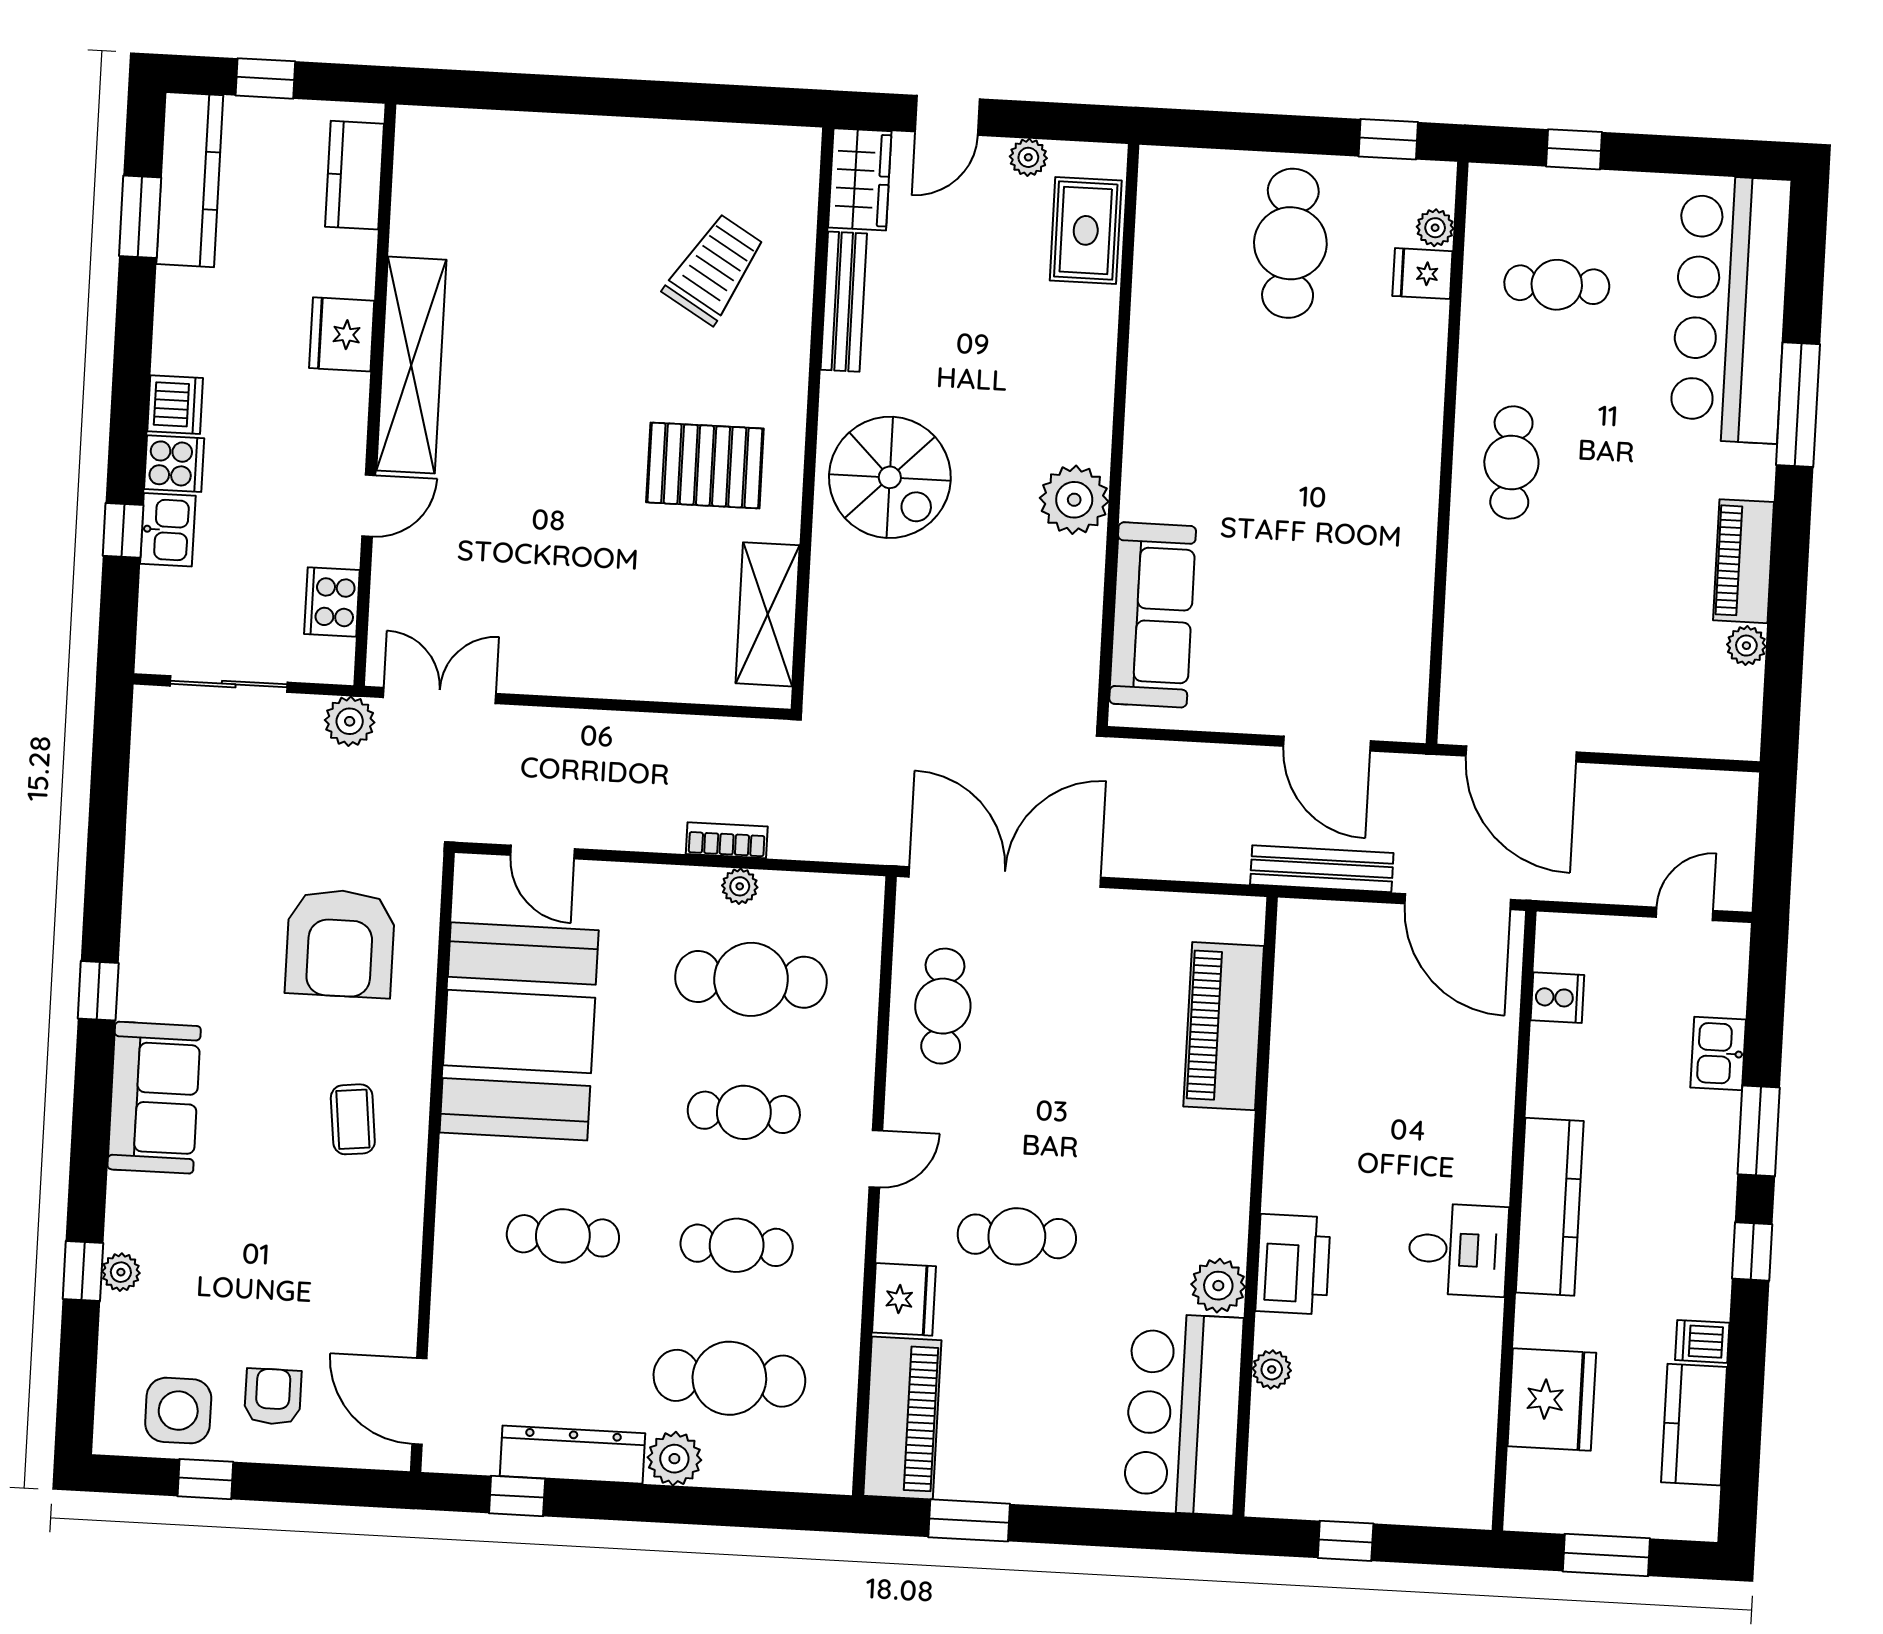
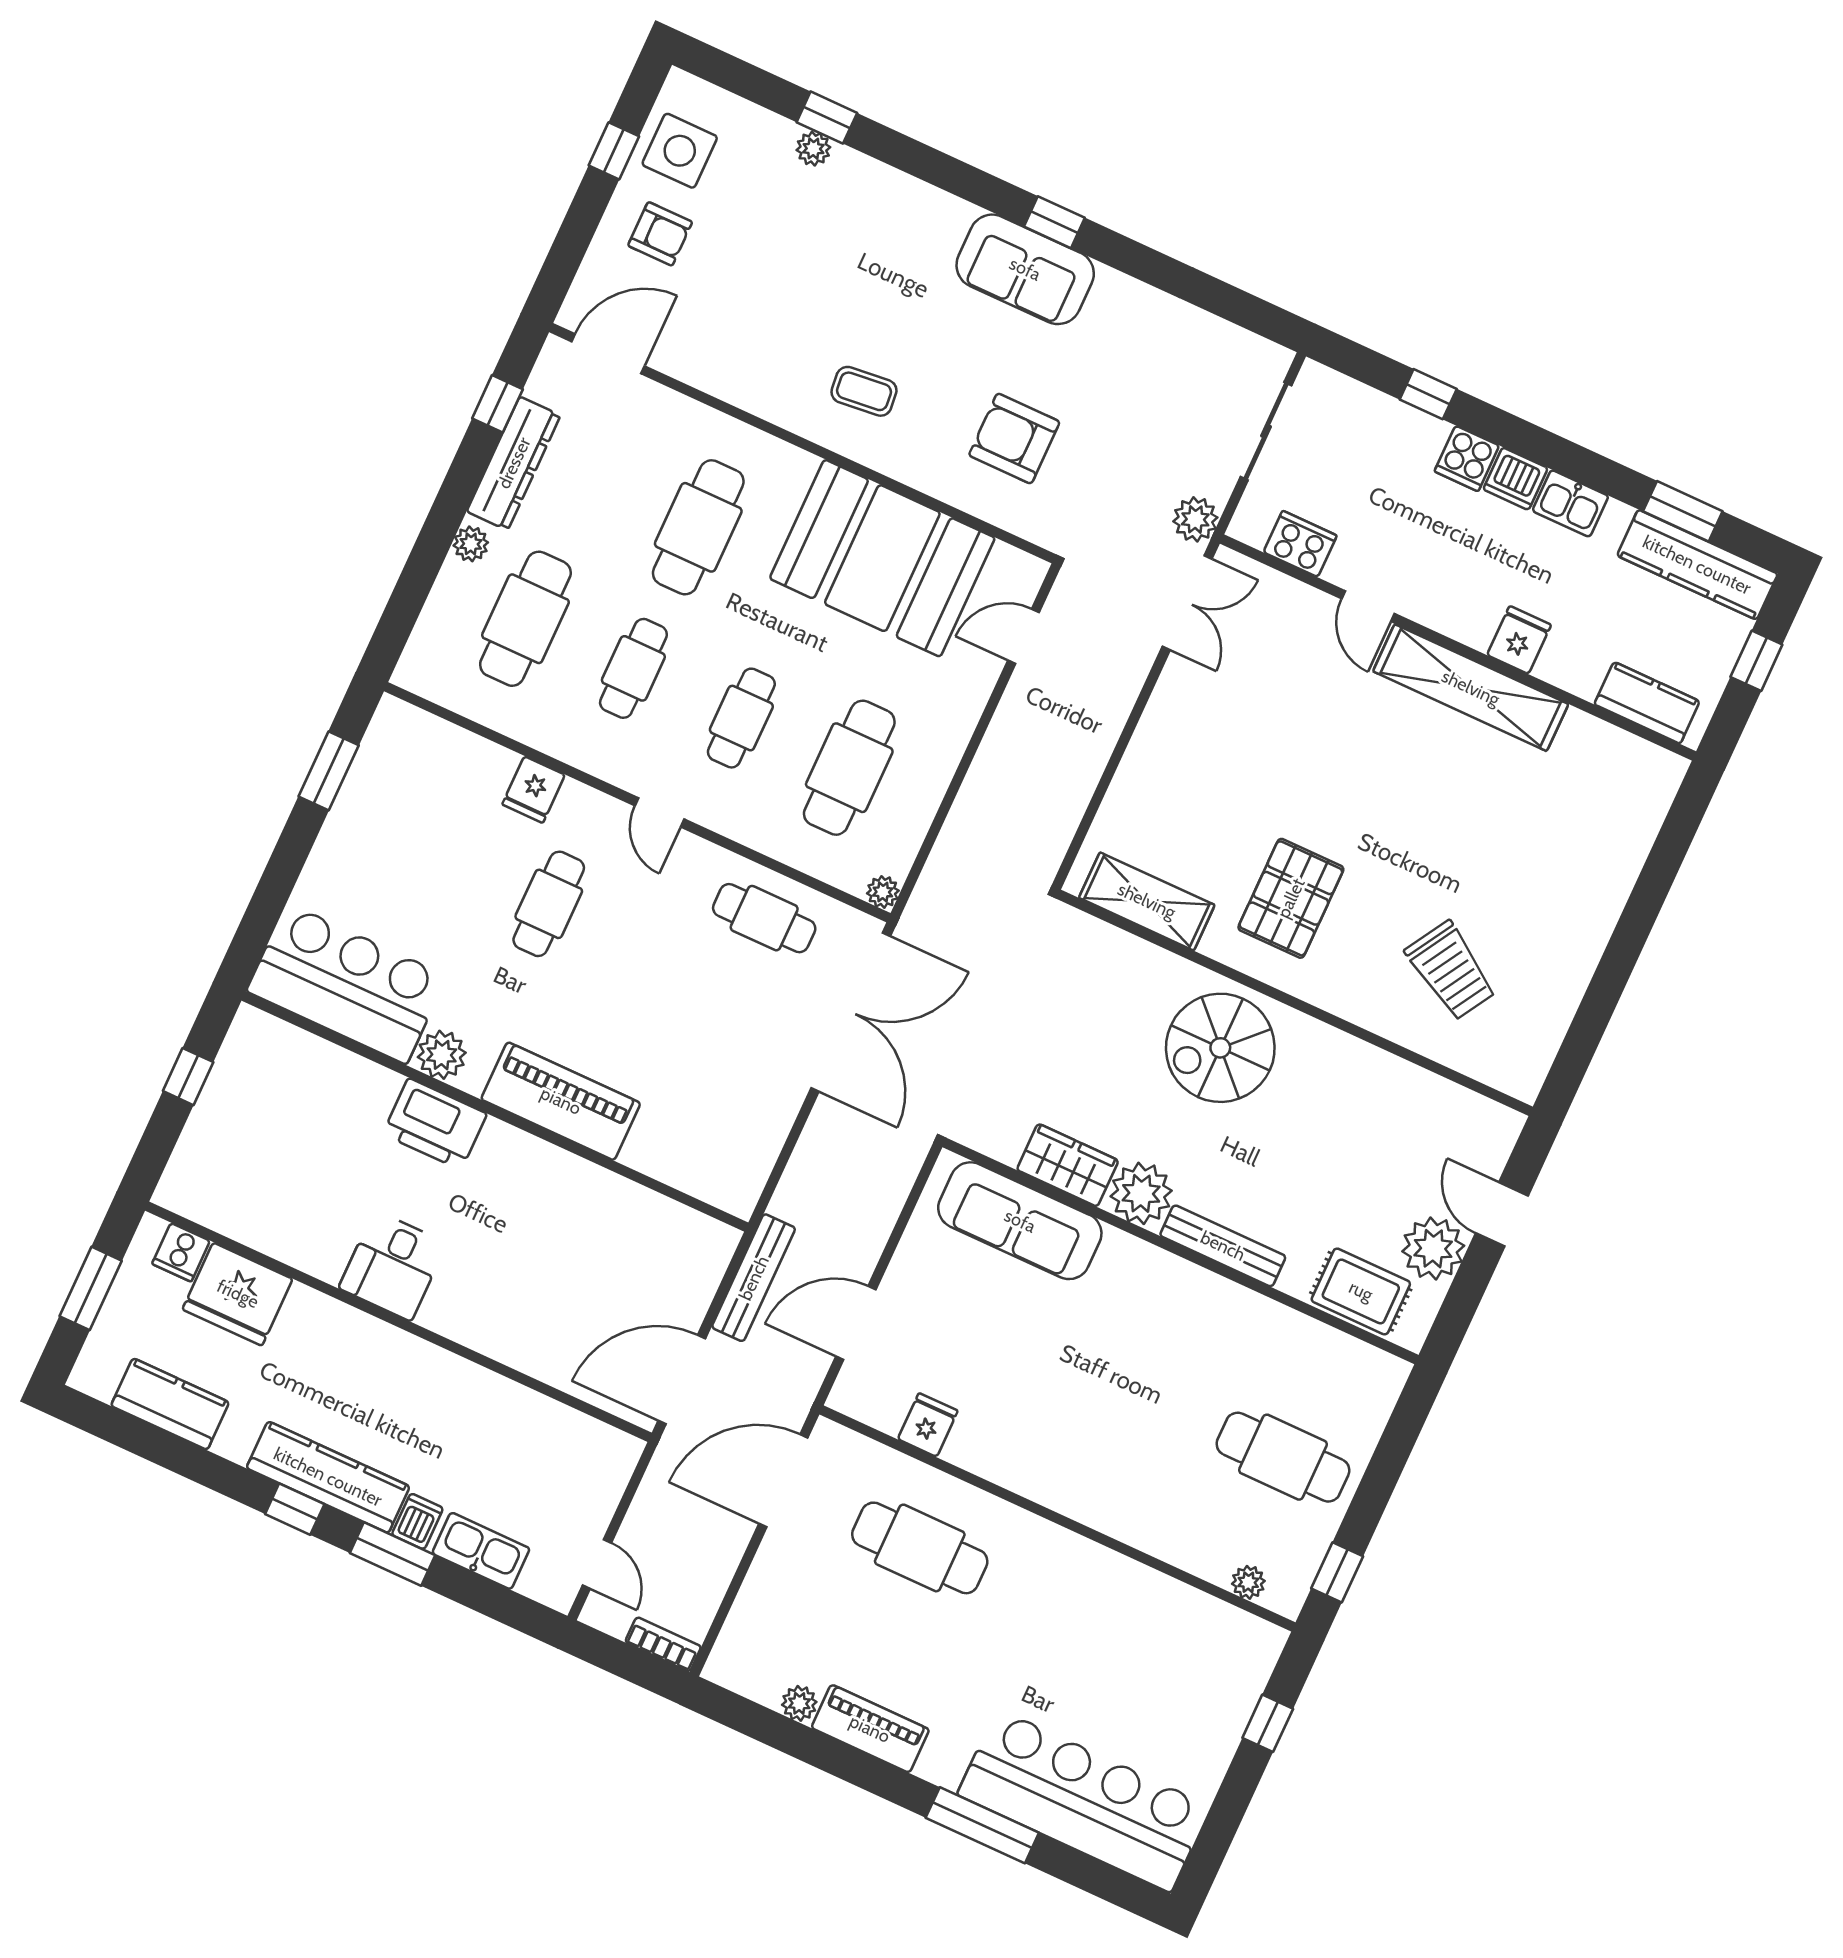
plant: (1028, 157) -> (1433, 1249), width x1.87, depth x1.87
wardrobe: (860, 179) -> (1068, 1165), moved, turned 180
fridge: (1422, 274) -> (928, 1425), moved
cafe table: (1557, 285) -> (1161, 1665), removed
bench: (844, 302) -> (1223, 1246), moved
fridge: (342, 334) -> (1519, 640), width x0.72
cafe table: (1511, 462) -> (920, 1548), moved, width x1.37, depth x1.35
kitchen sink: (168, 530) -> (1570, 503), moved
bookcase: (727, 840) -> (663, 1644), moved, turned -90
plant: (740, 886) -> (883, 892), moved
armchair: (340, 943) -> (1014, 439), width x0.73, depth x0.73
cooker: (1557, 998) -> (181, 1252), moved
piano: (1224, 1026) -> (561, 1101), moved
kitchen sink: (1718, 1053) -> (481, 1551), width x1.38
sofa: (154, 1098) -> (1025, 269), moved
kitchen counter: (1550, 1207) -> (328, 1477), moved, turned 180
cafe table: (563, 1236) -> (698, 527), width x1.37, depth x1.35
fridge: (904, 1299) -> (534, 790), width x0.72
dishwasher: (1702, 1341) -> (417, 1521), moved
plant: (1272, 1369) -> (355, 1072), removed
piano: (902, 1418) -> (436, 749), removed
plant: (674, 1459) -> (471, 544), width x0.73, depth x0.73

